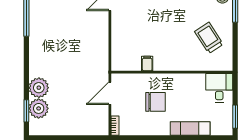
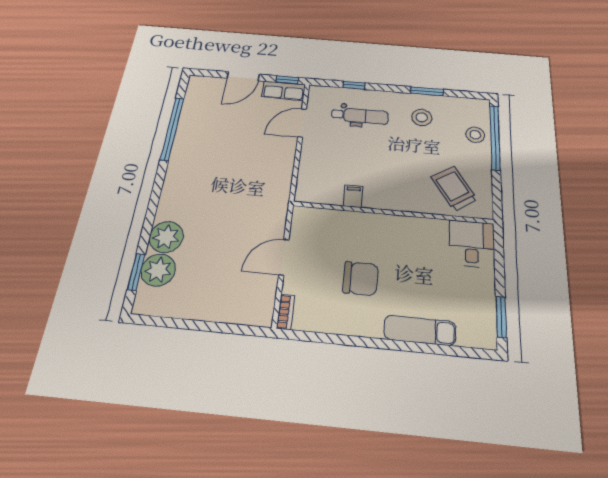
filing cabinet: (147, 64) -> (353, 196), moved
wall: (172, 72) -> (393, 213), moved
desk: (219, 88) -> (472, 244), moved

